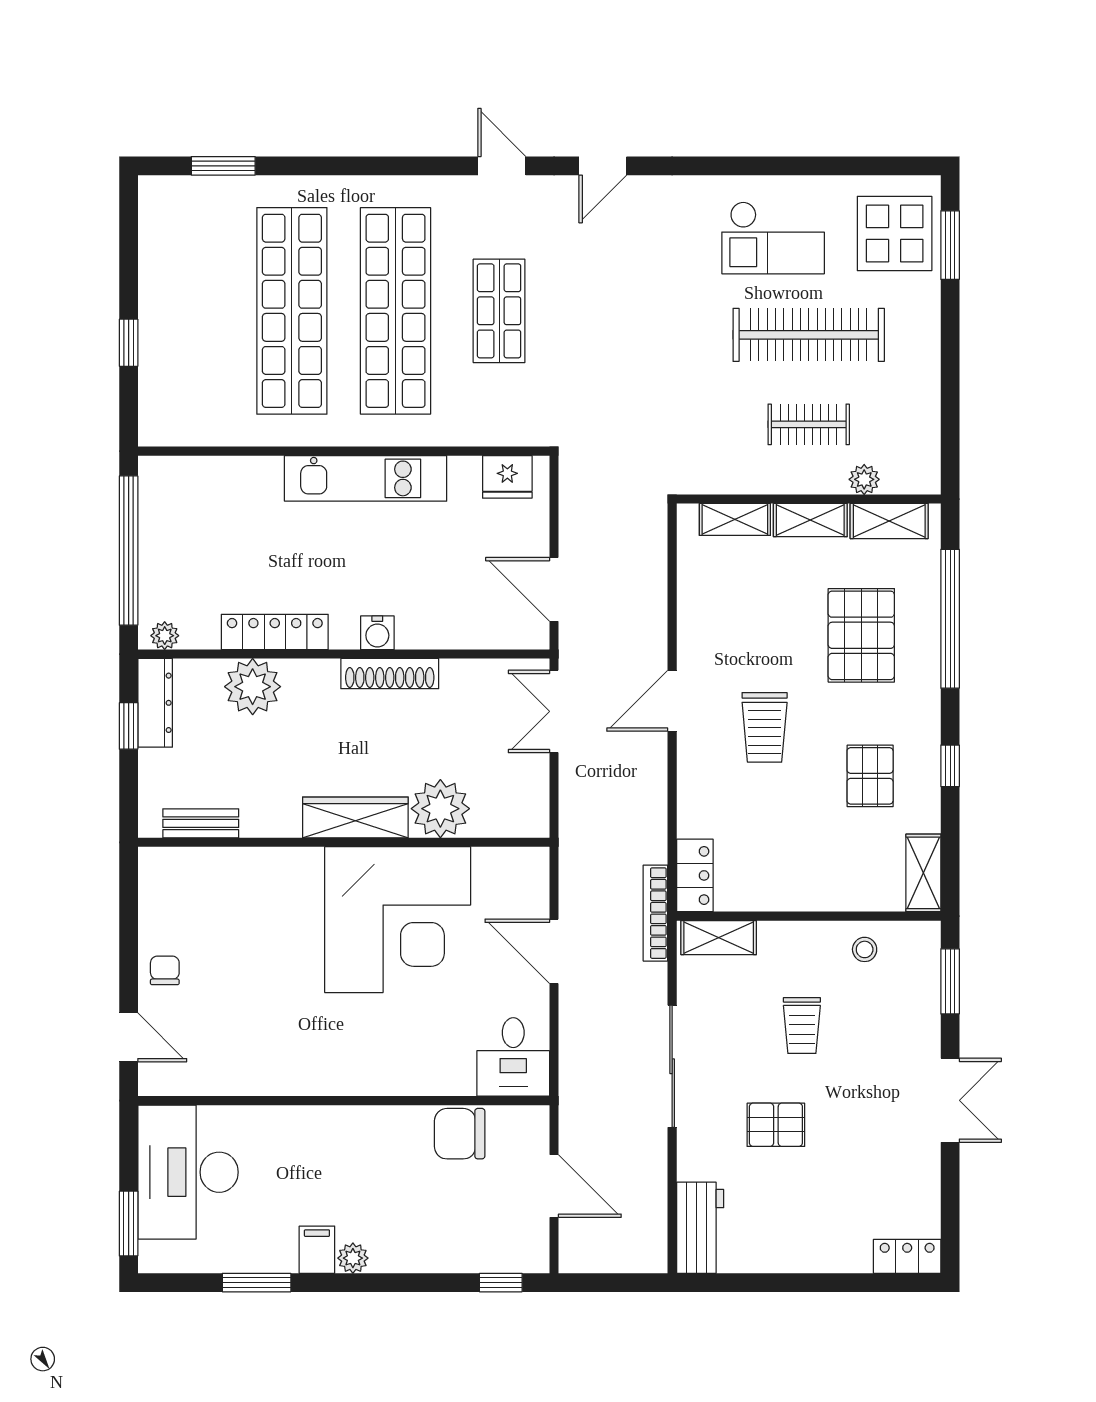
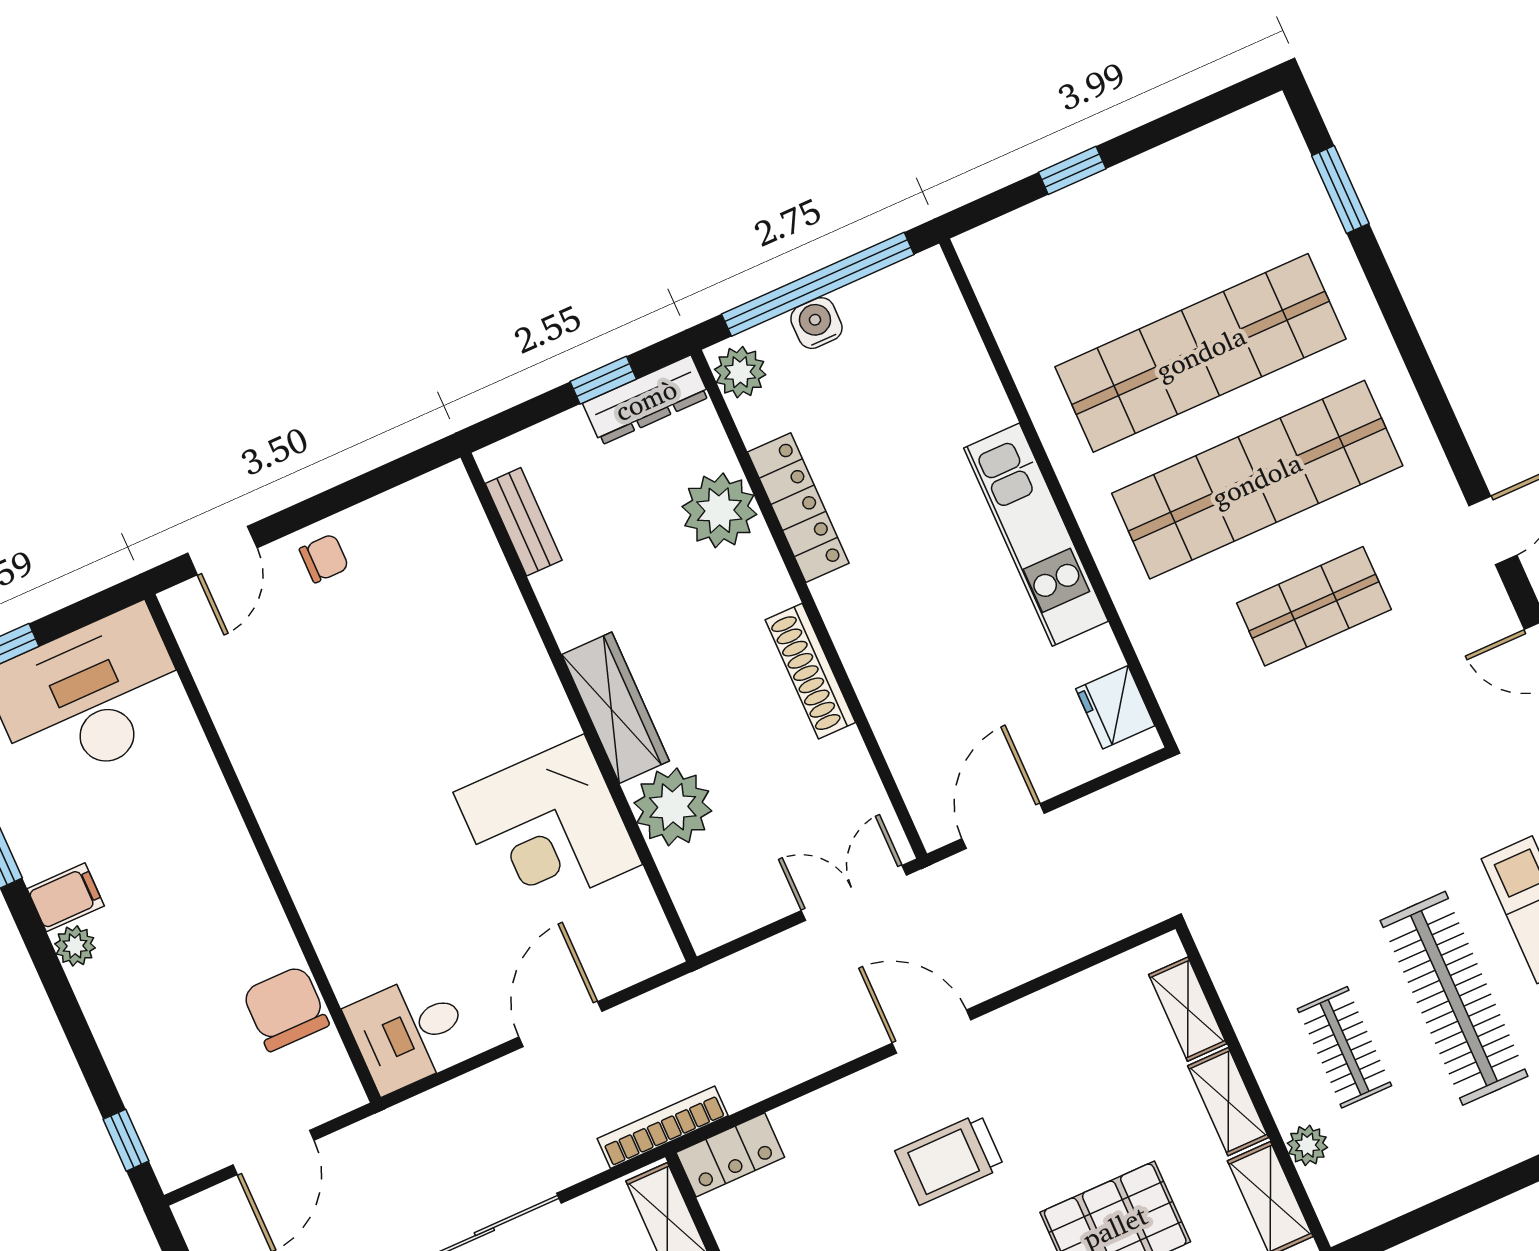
water cooler: (377, 633) -> (816, 323), moved, turned 90
plant: (165, 636) -> (740, 372), width x1.38, depth x1.38
corner desk: (398, 920) -> (548, 828), width x0.74, depth x0.74

